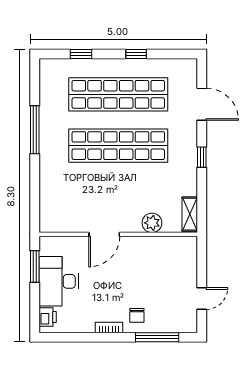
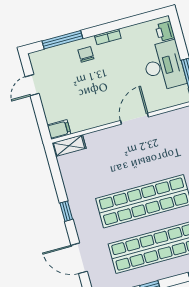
shelving: (190, 214) -> (69, 146), moved, turned 90
plant: (152, 223) -> (95, 141), removed
filing cabinet: (186, 245) -> (59, 130), added

